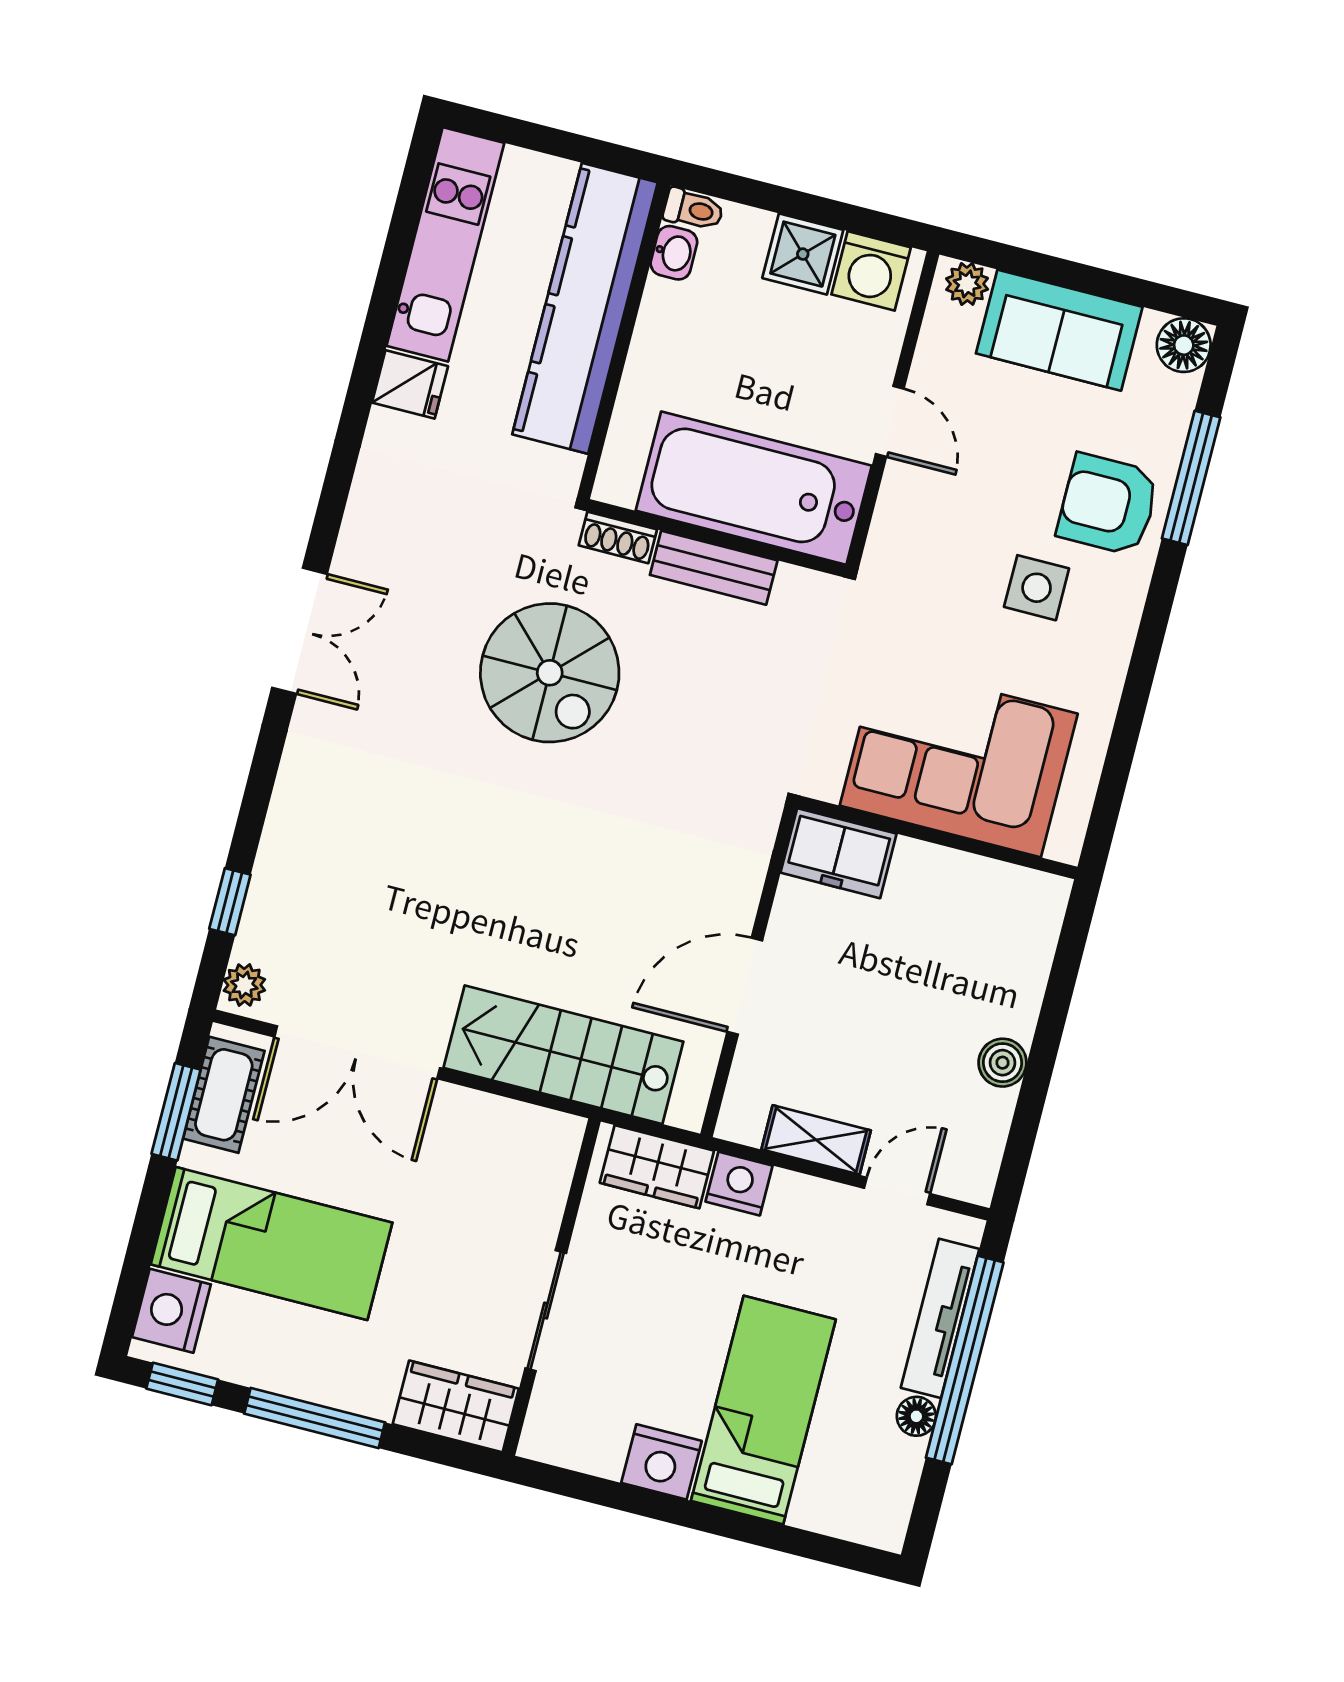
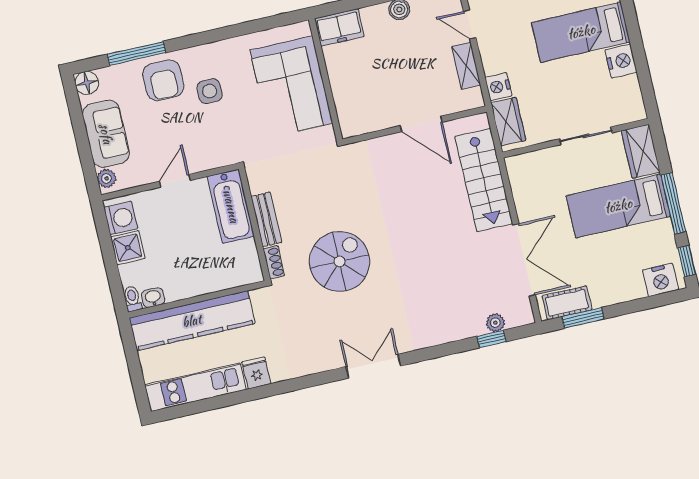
bathtub: (754, 488) -> (231, 206), width x0.73, depth x0.73
freezer: (839, 853) -> (339, 27), moved, turned 90
plant: (244, 985) -> (495, 323), moved
bed: (271, 1243) -> (618, 206), moved, turned -90

